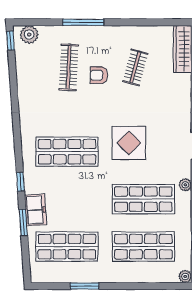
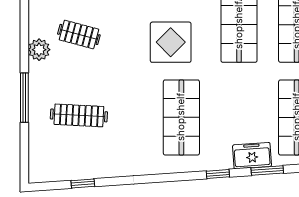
plant: (29, 35) -> (39, 50), moved
window: (10, 41) -> (83, 183), moved
armchair: (99, 75) -> (88, 79), removed

